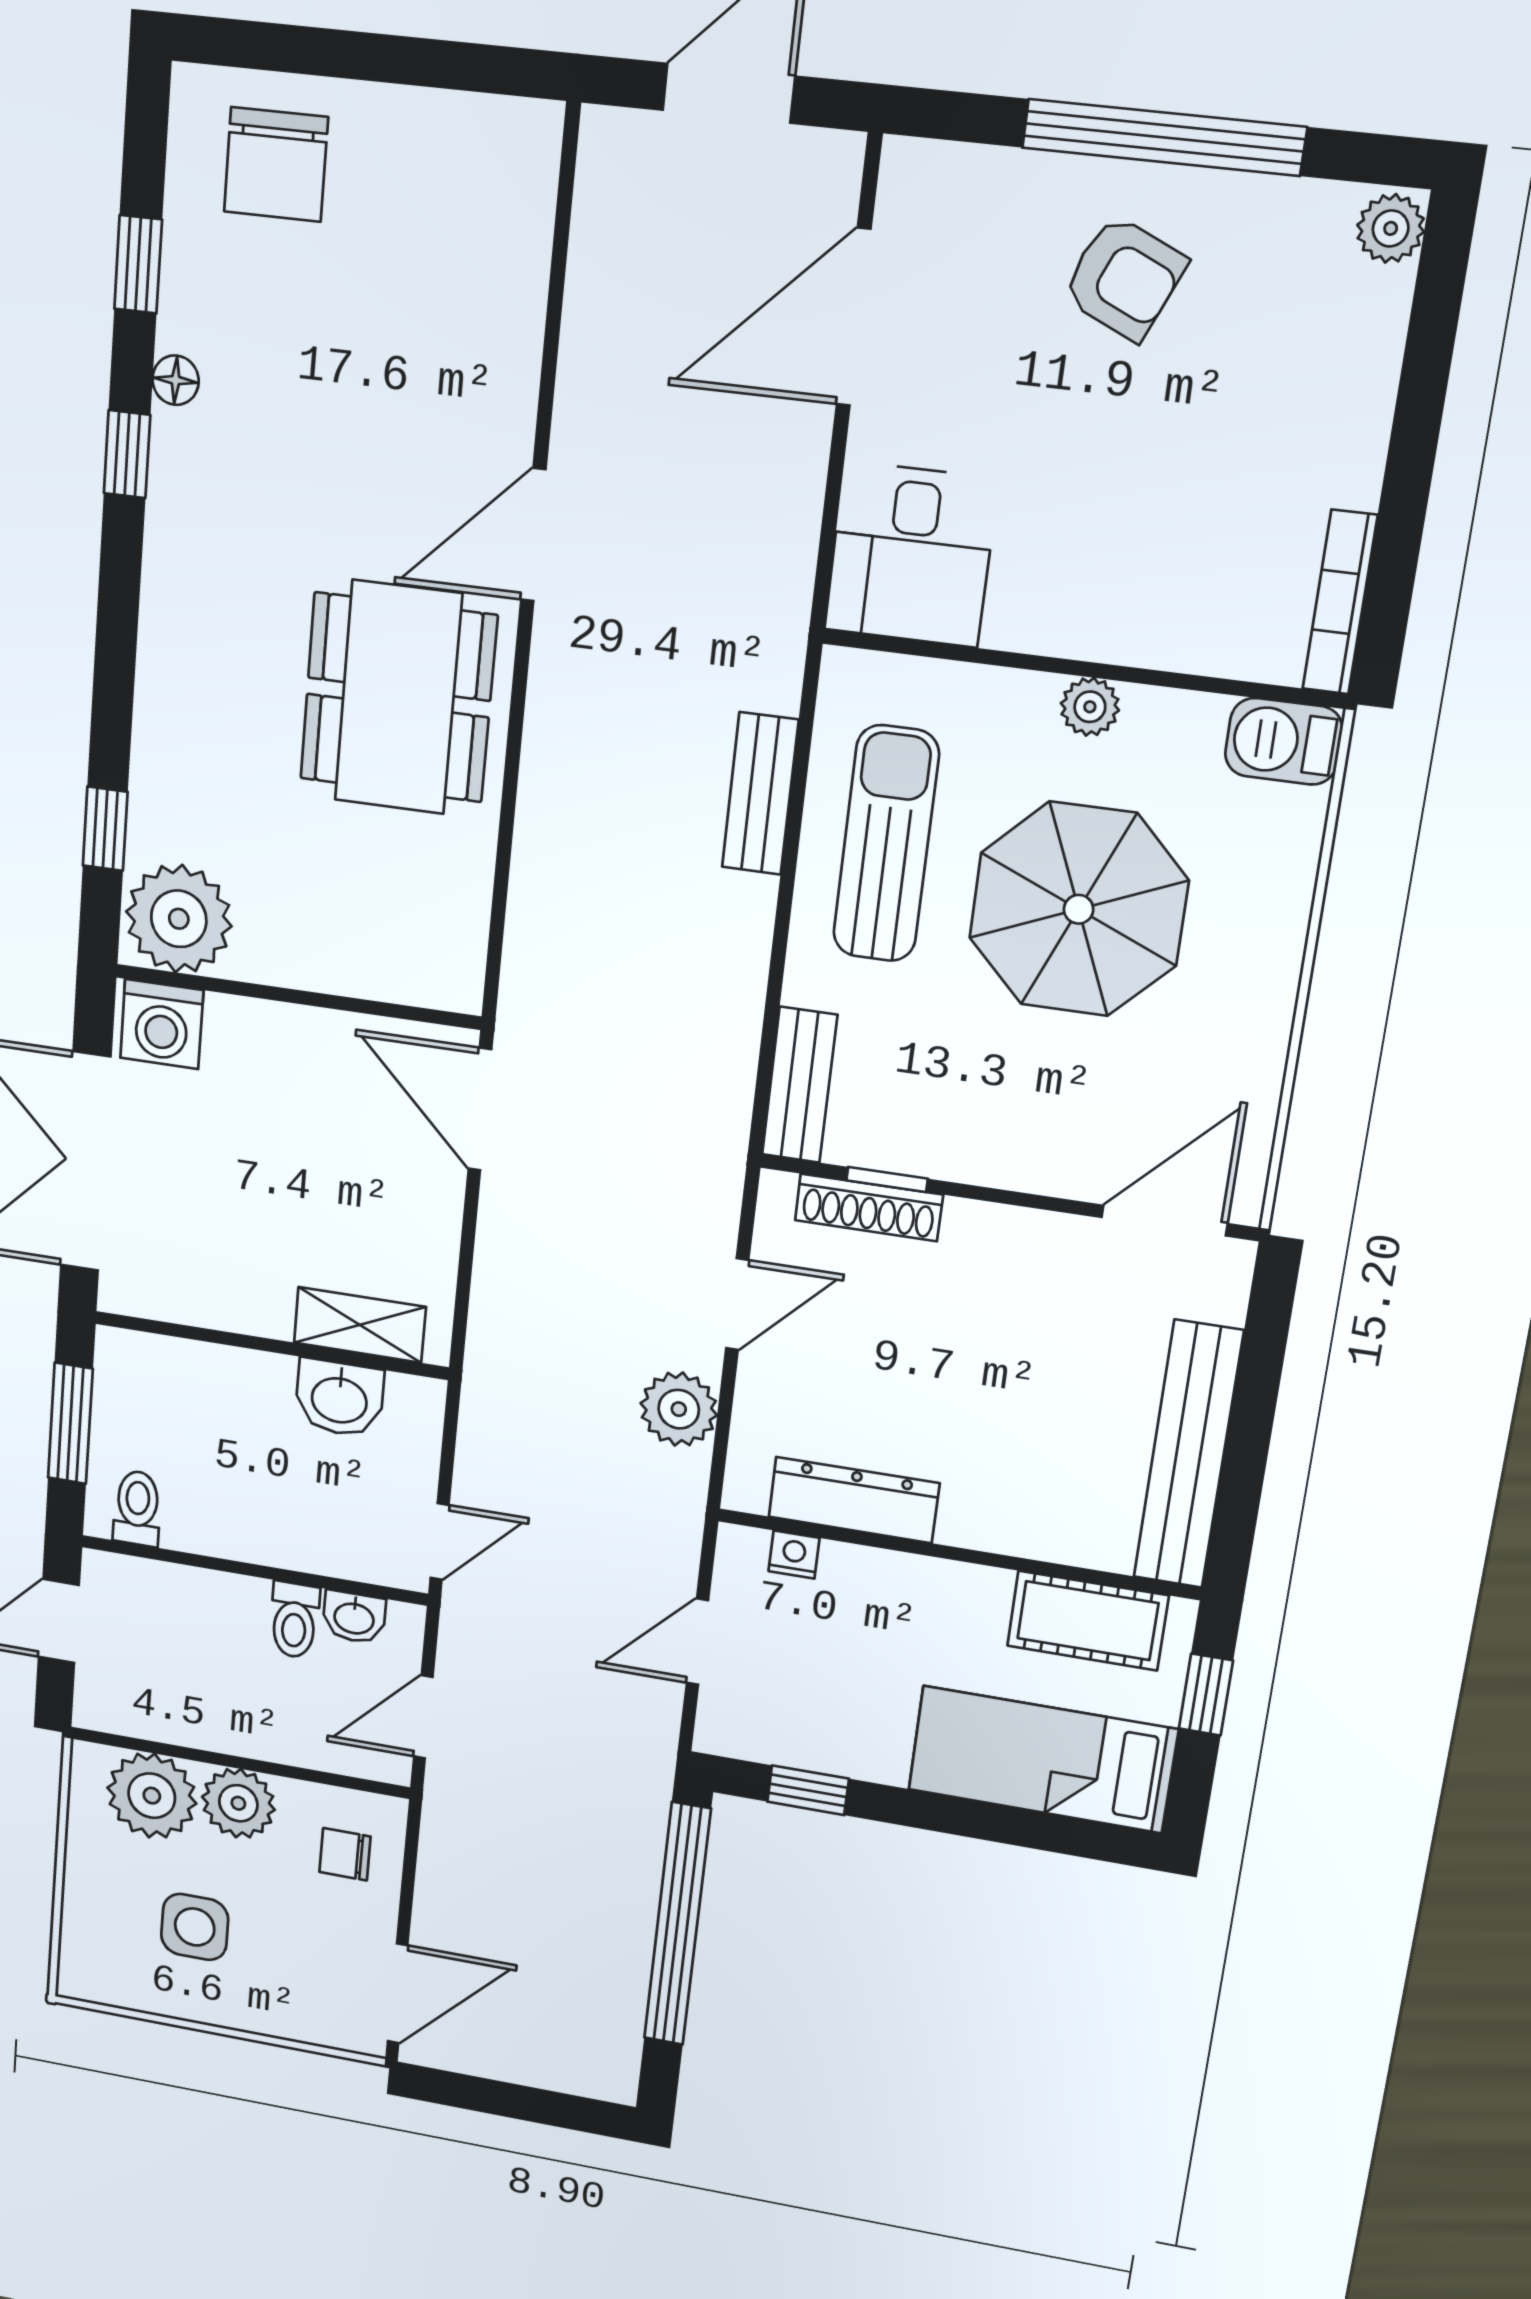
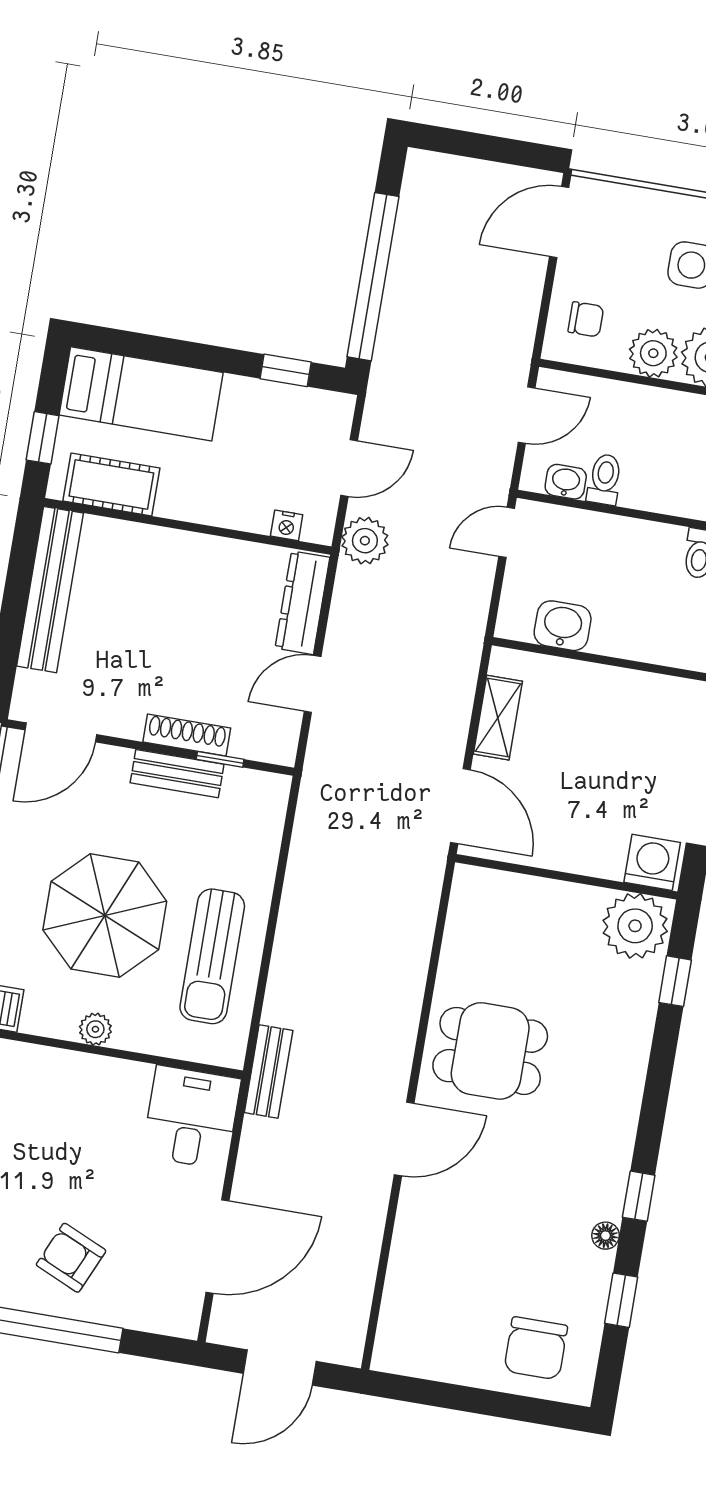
chair: (276, 164) -> (536, 1348), turned 180
dining table: (398, 697) -> (490, 1051), width x0.73
bench: (760, 794) -> (269, 1071), moved
bench: (800, 1085) -> (177, 774), moved, turned 90
shoe rack: (869, 1207) -> (187, 735), moved
shelving: (360, 1325) -> (498, 718), moved, turned 90
plant: (679, 1409) -> (365, 541), moved
dresser: (854, 1500) -> (302, 603), moved, turned 90

